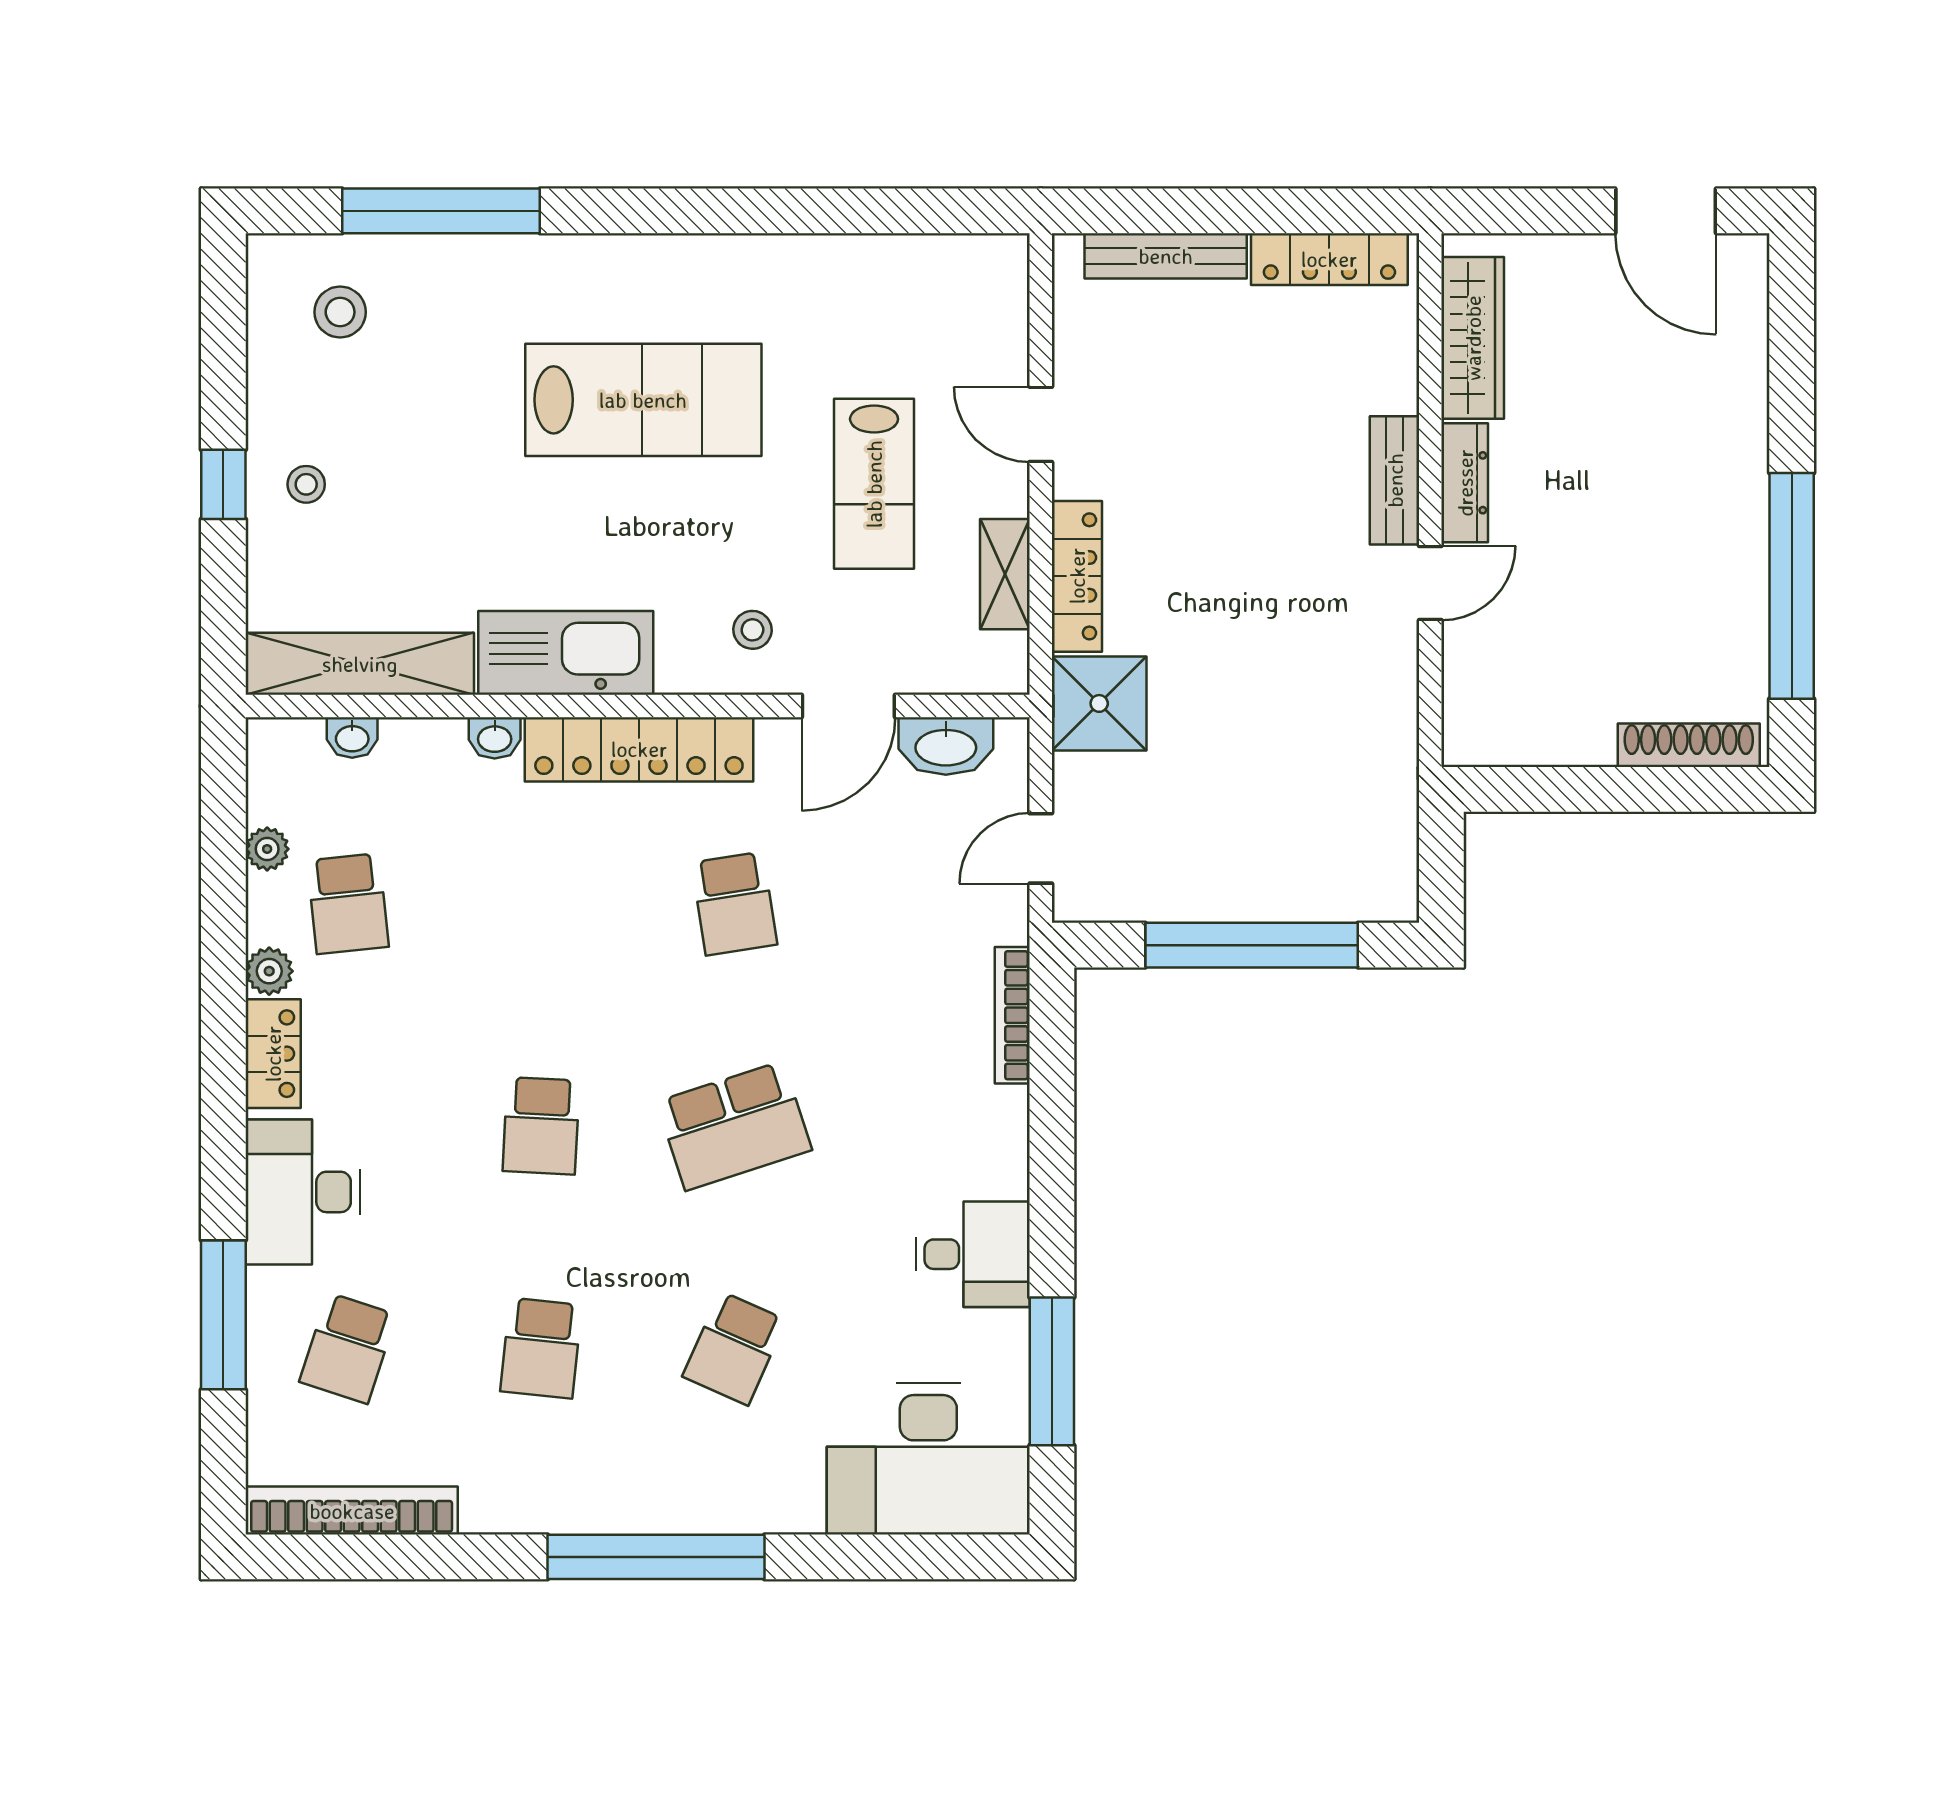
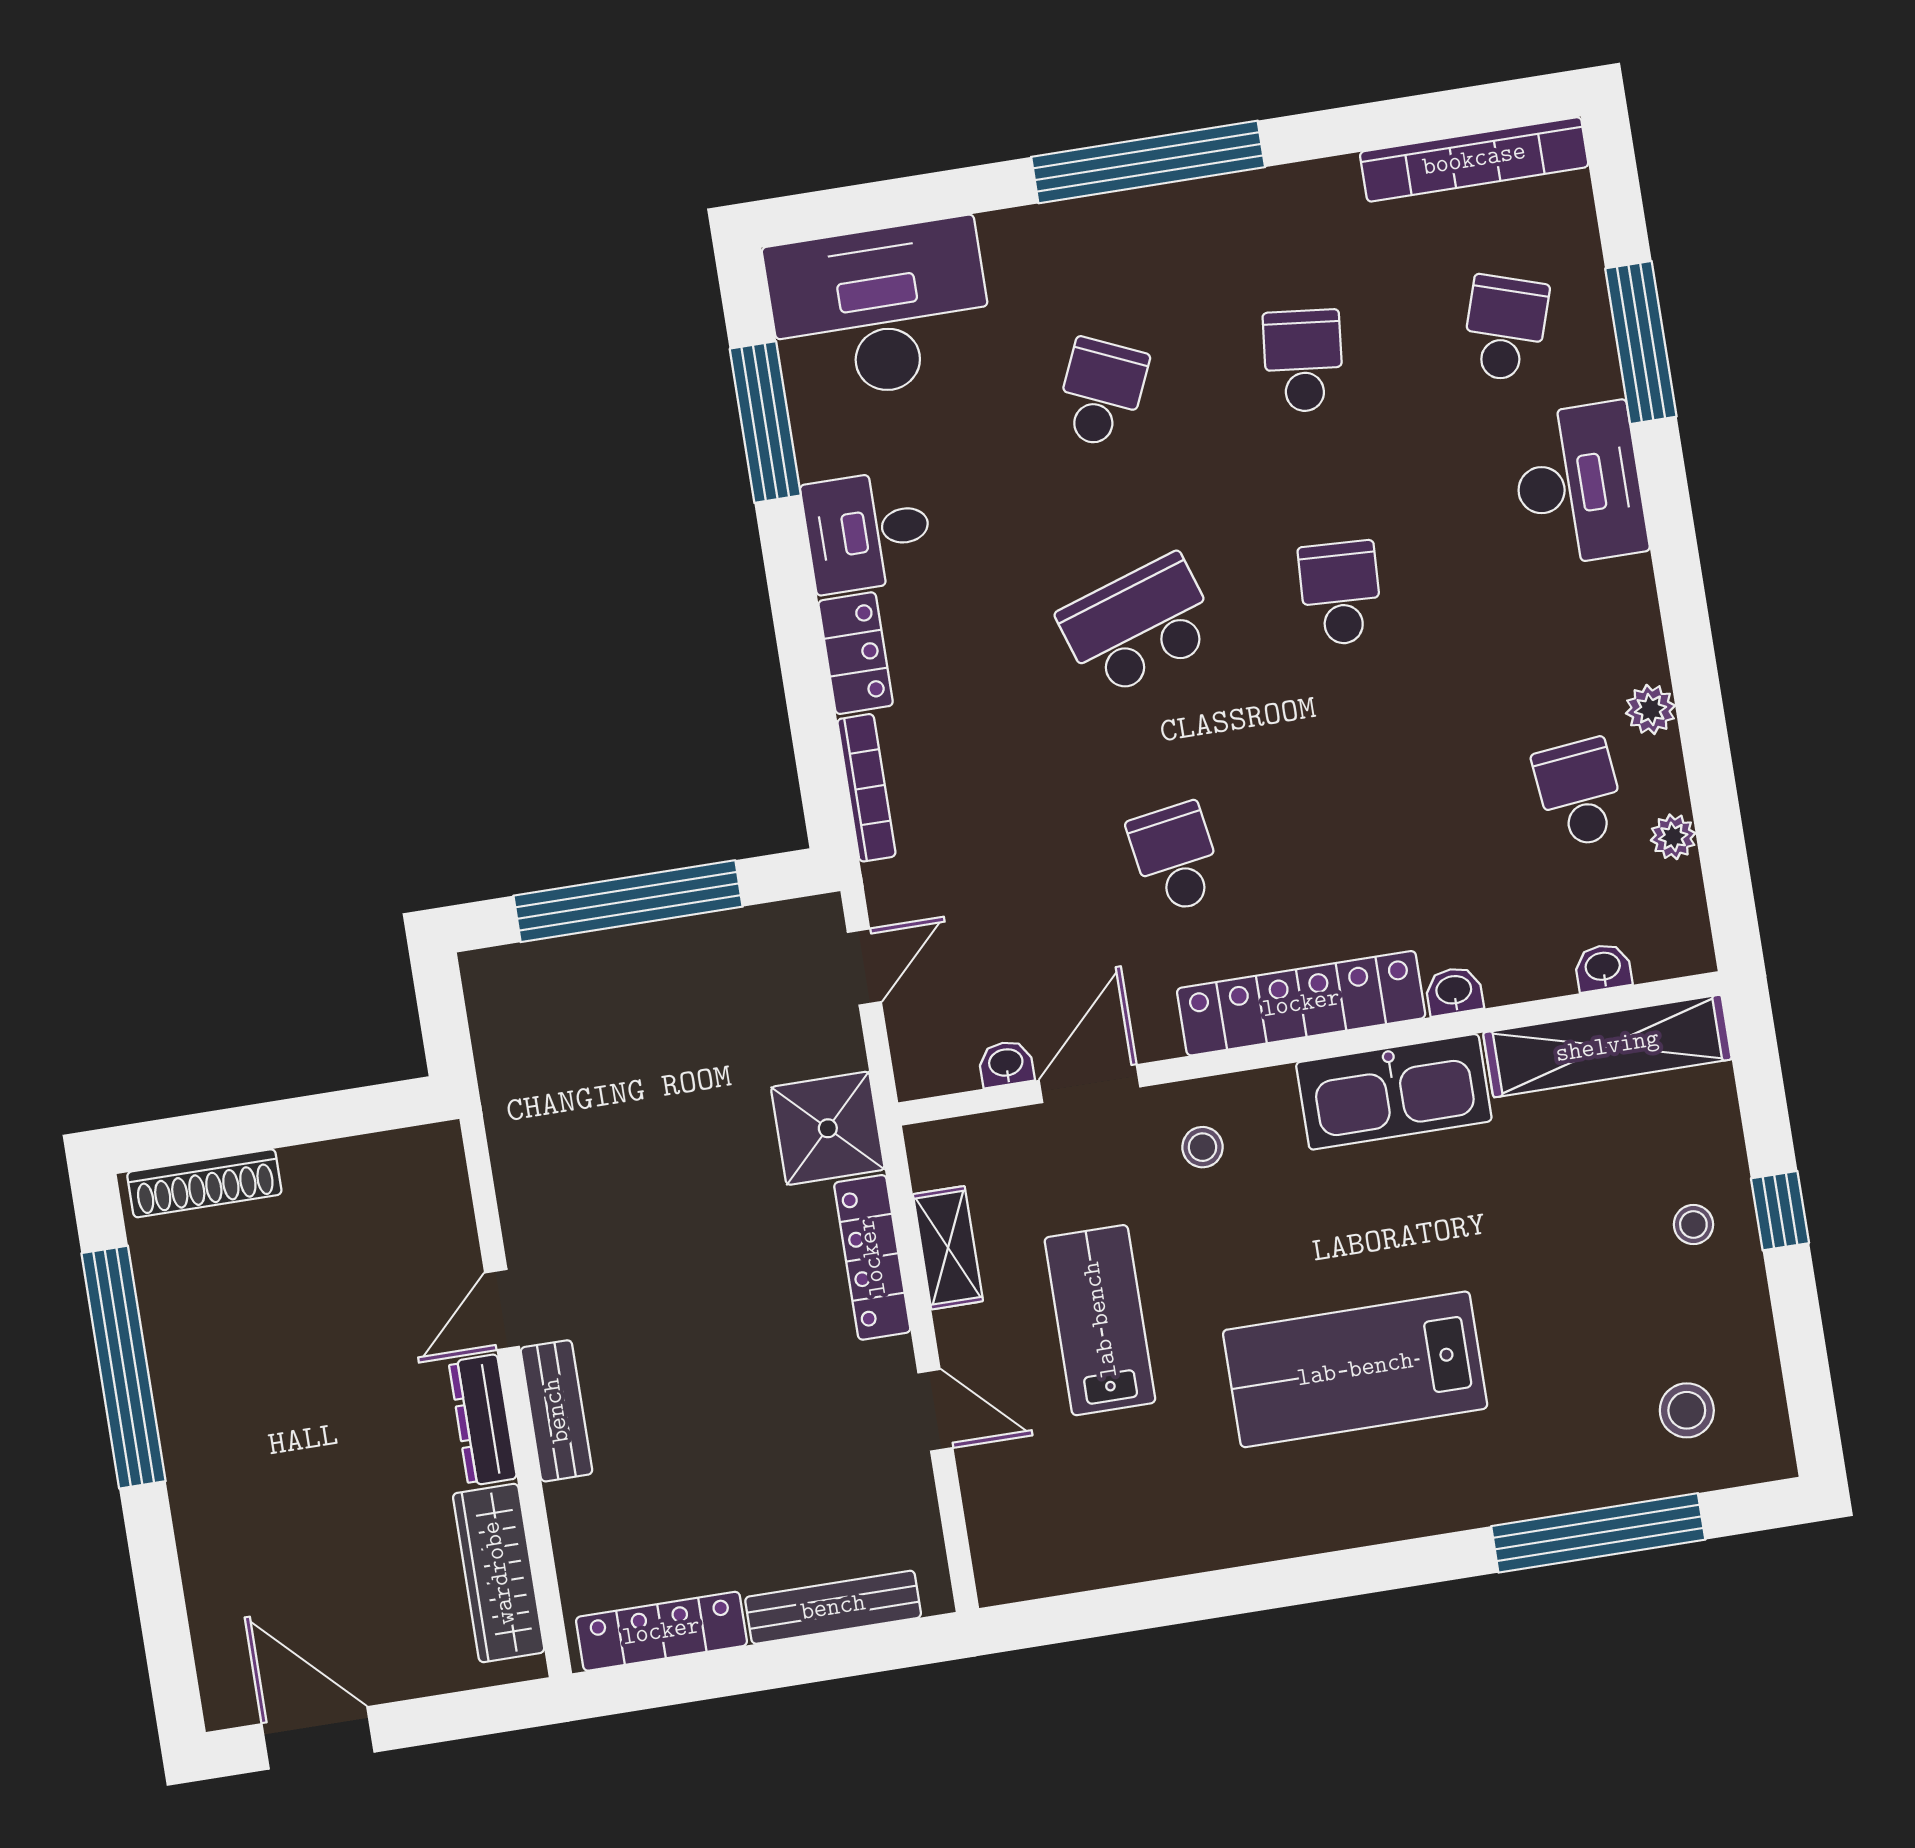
washbasin: (946, 746) -> (1006, 1064), width x0.52, depth x0.69
locker: (273, 1054) -> (856, 653), moved, turned 180

